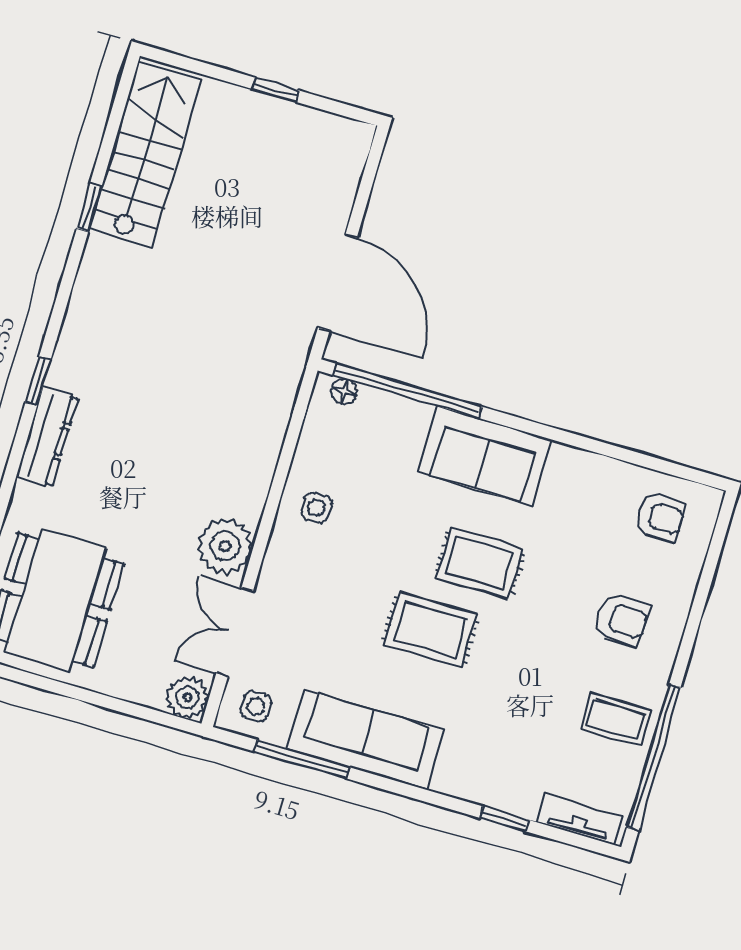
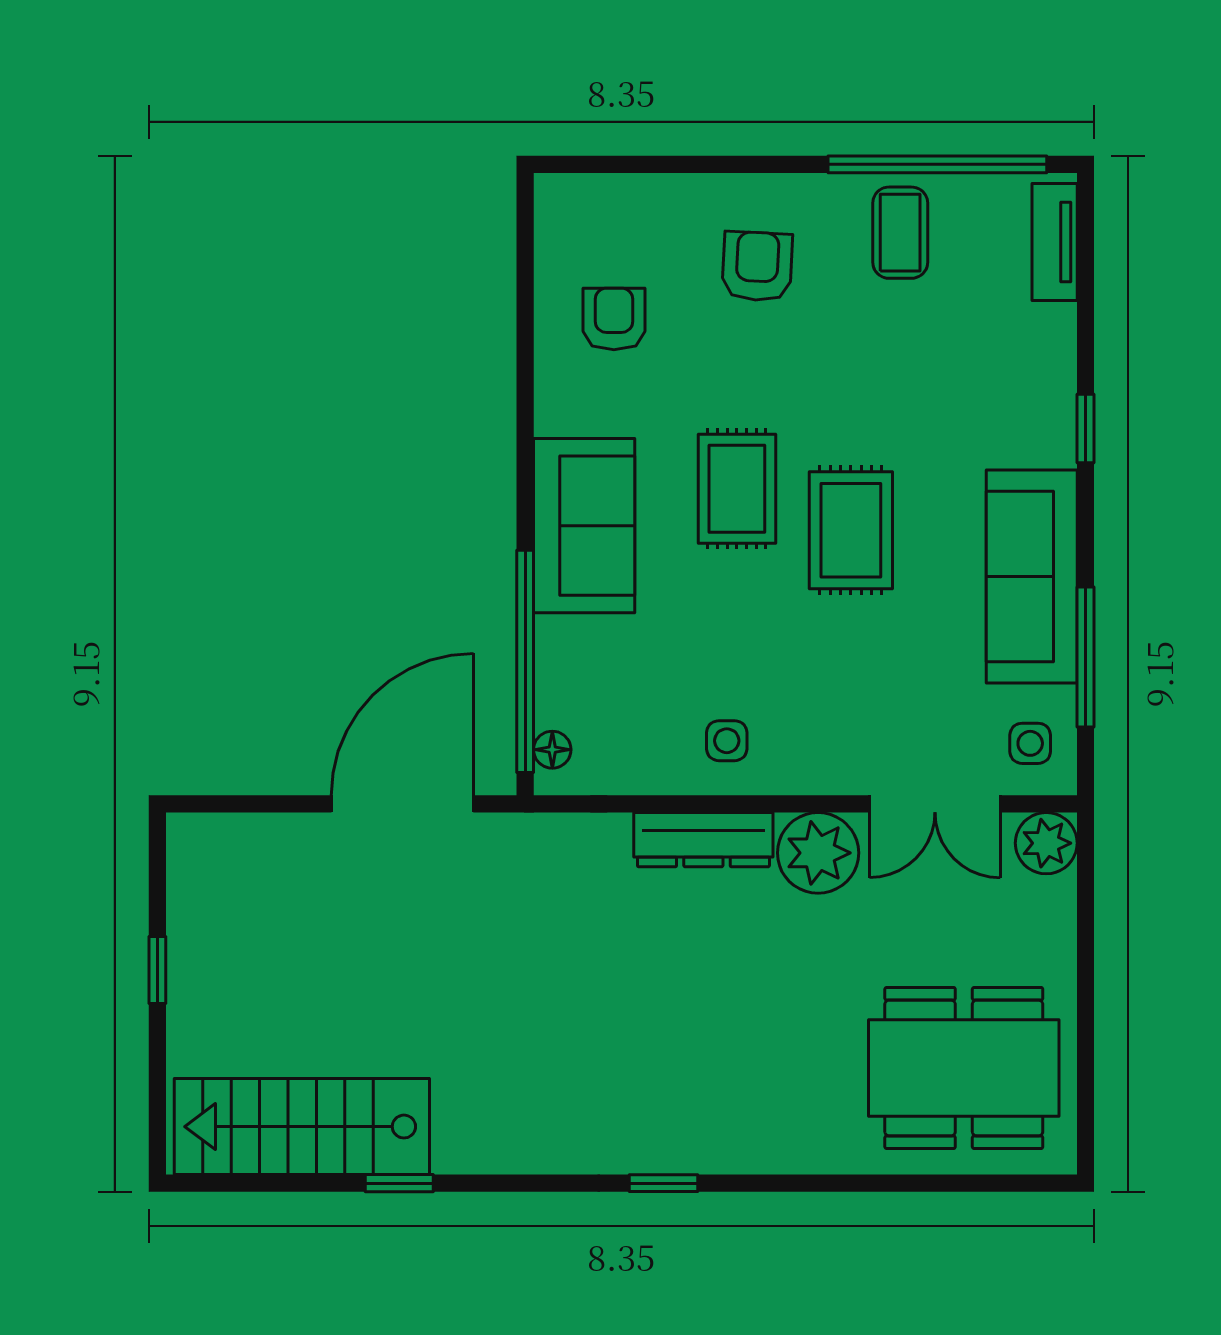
dresser: (47, 437) -> (703, 840), moved, turned 180
armchair: (660, 517) -> (614, 319), moved
window: (504, 819) -> (1086, 428), moved

